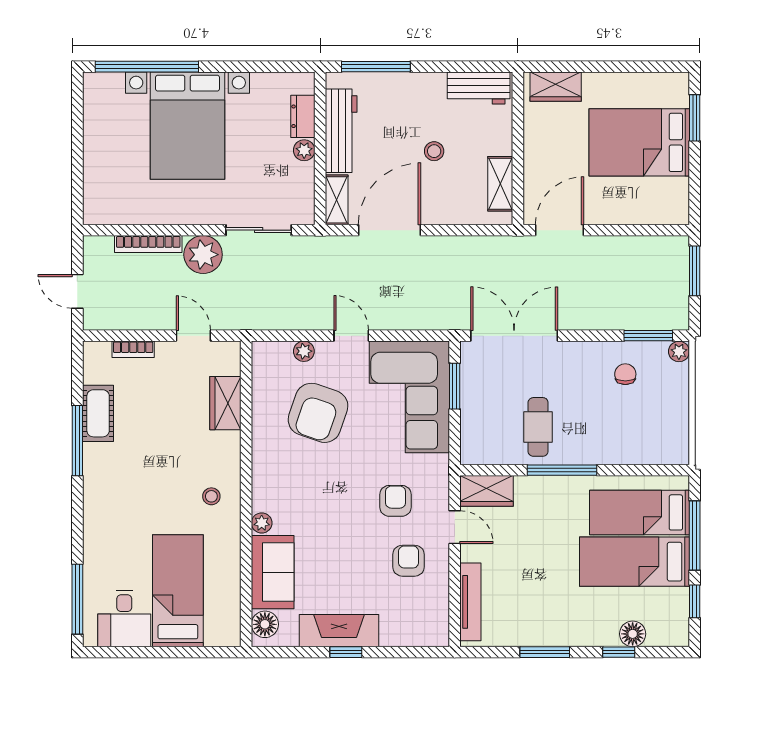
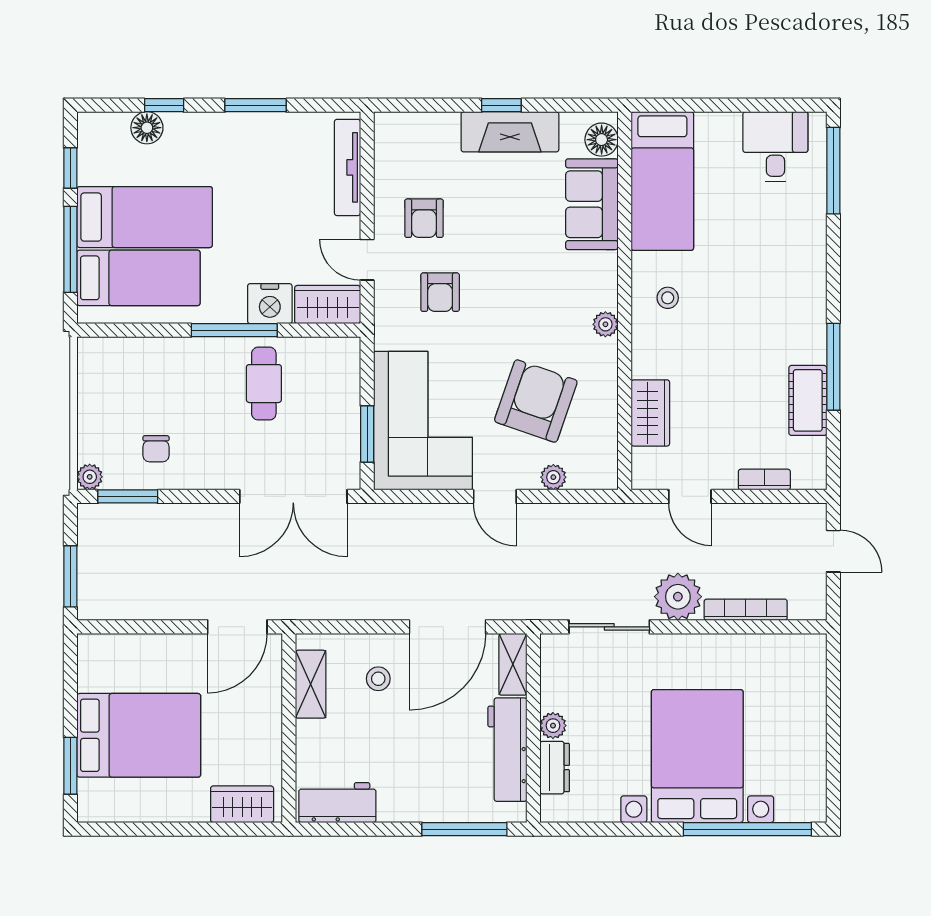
stool: (434, 151) -> (378, 679), moved
nightstand: (533, 492) -> (270, 304), added
plant: (262, 523) -> (605, 324), moved
bed: (178, 591) -> (662, 181), moved

